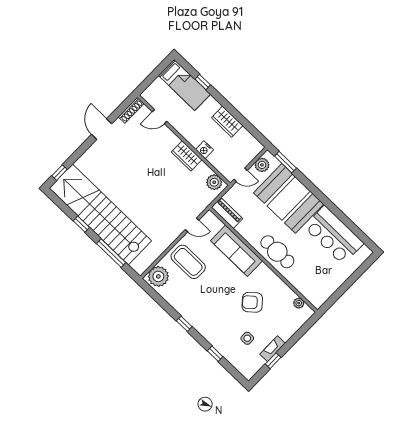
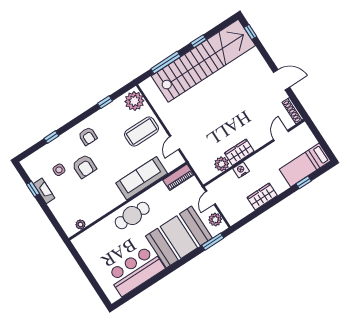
plant: (214, 182) -> (222, 164), moved
armchair: (252, 302) -> (84, 166), moved, turned 131
armchair: (206, 316) -> (88, 136), added
window: (184, 324) -> (105, 102), moved

